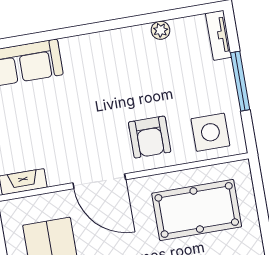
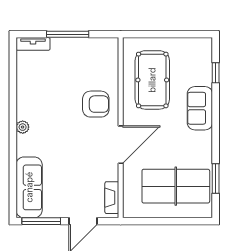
plant: (161, 30) -> (23, 127), moved
side table: (210, 132) -> (100, 61), removed

